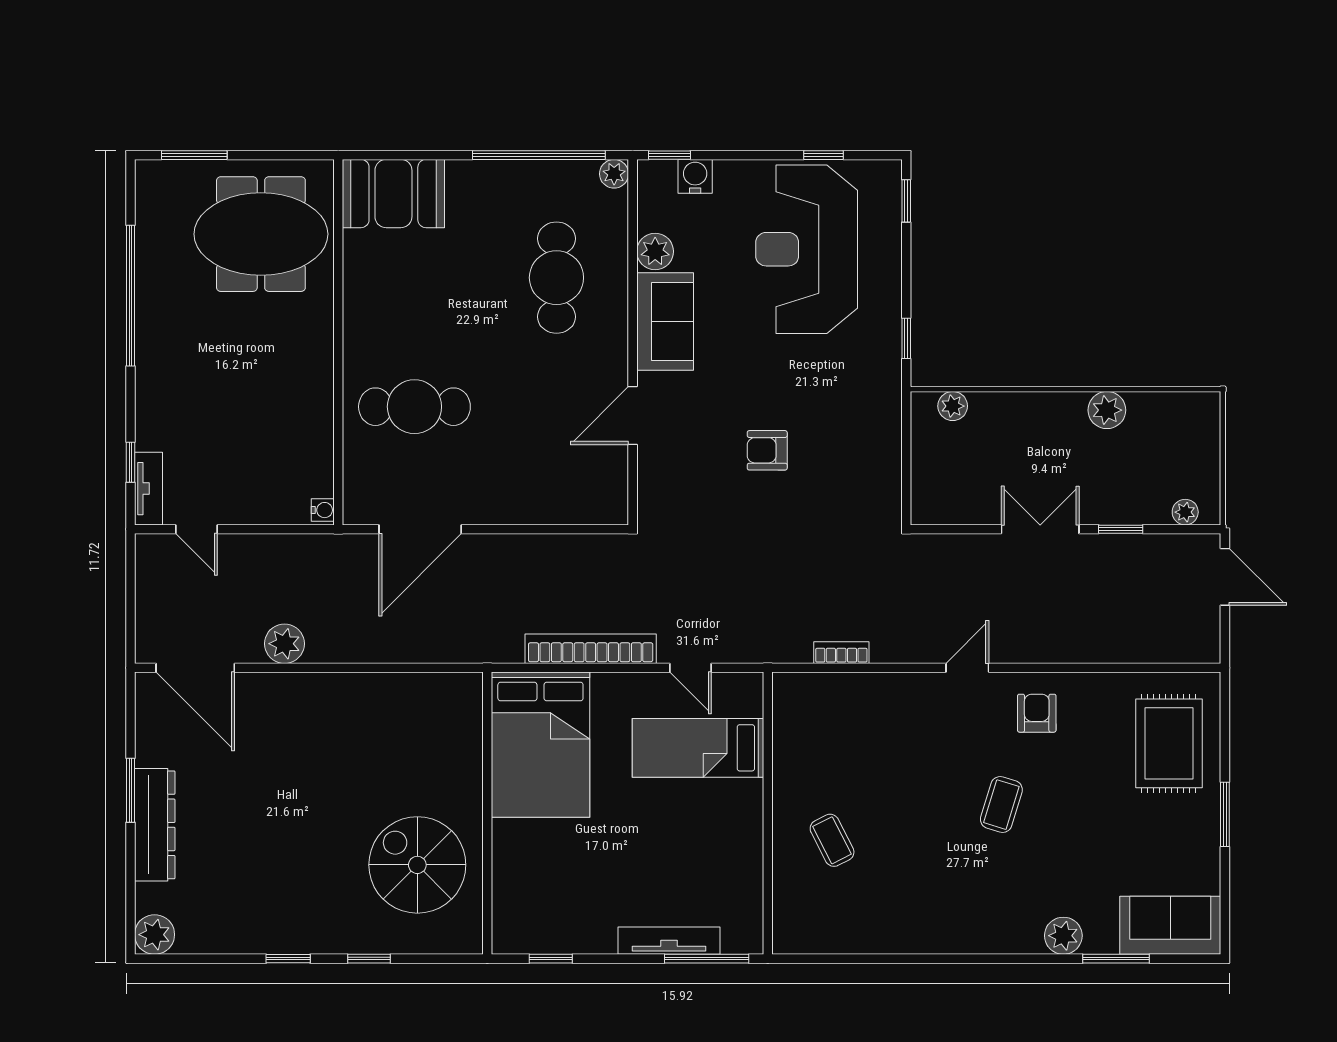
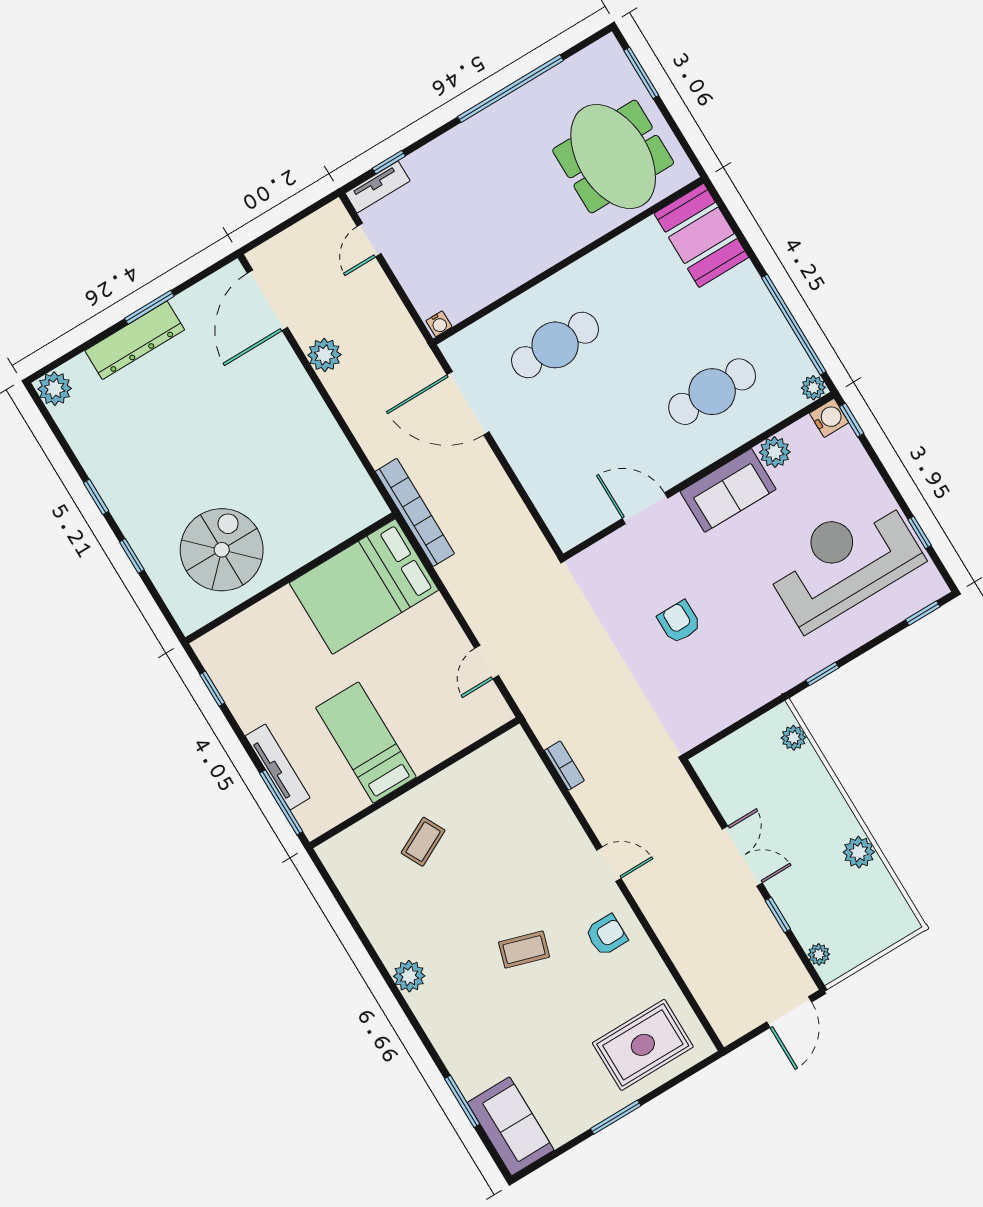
water cooler: (695, 176) -> (829, 418), moved
cafe table: (414, 407) -> (555, 345), turned 90
bookcase: (591, 649) -> (415, 512), moved
bed: (698, 748) -> (366, 742), moved
plant: (1063, 936) -> (409, 976), moved

